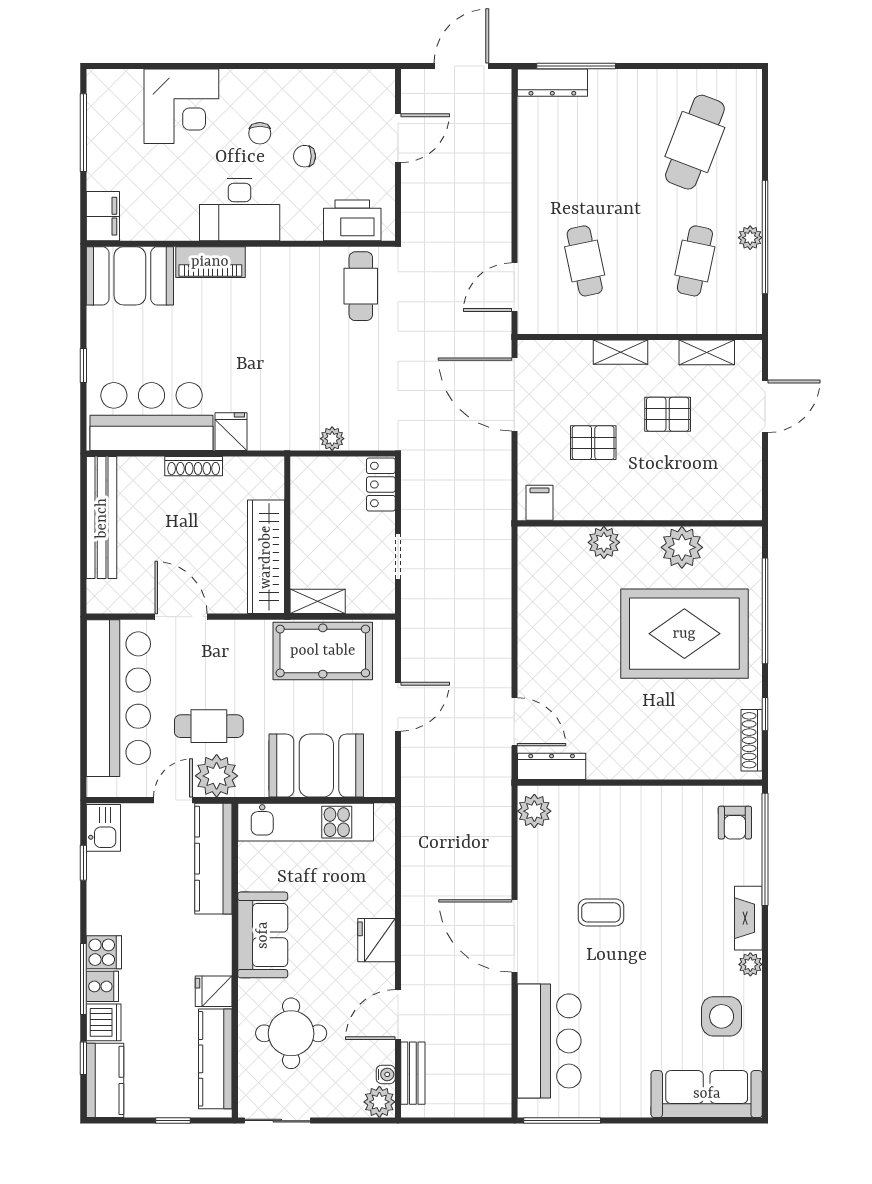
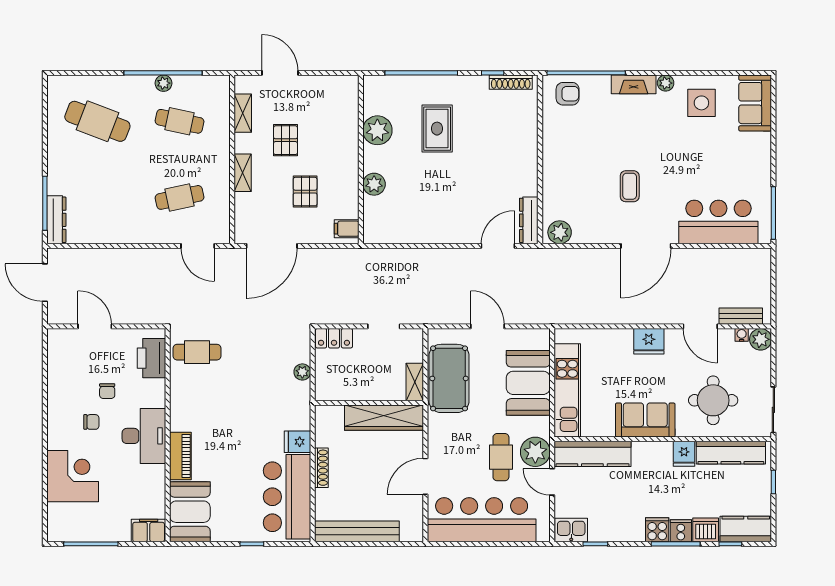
rug: (684, 634) -> (437, 129), width x0.54, depth x0.49
sofa: (707, 1094) -> (755, 103), width x0.73

